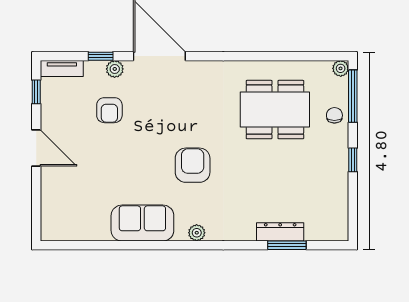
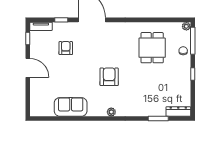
plant: (115, 69) -> (69, 27), removed
armchair: (109, 110) -> (66, 48), turned 180
dining table: (275, 110) -> (152, 48), width x0.73
sofa: (142, 223) -> (71, 107), moved
dresser: (280, 232) -> (178, 112), moved

